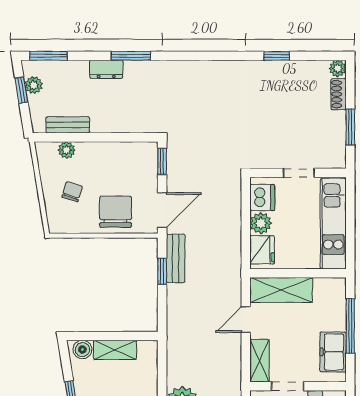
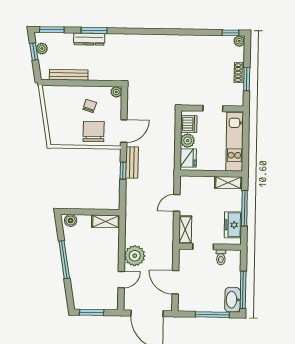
window: (131, 56) -> (94, 30), moved
window: (277, 56) -> (230, 33), moved
dresser: (106, 69) -> (89, 39), width x1.44
shoe rack: (339, 94) -> (239, 73), moved
bench: (68, 125) -> (69, 75), width x1.36
plant: (67, 150) -> (116, 92), moved
window: (162, 161) -> (124, 99), removed
chair: (72, 192) -> (90, 106), moved
shelving: (281, 290) -> (228, 183), moved, width x0.67, depth x0.75
shelving: (115, 350) -> (106, 221), moved

